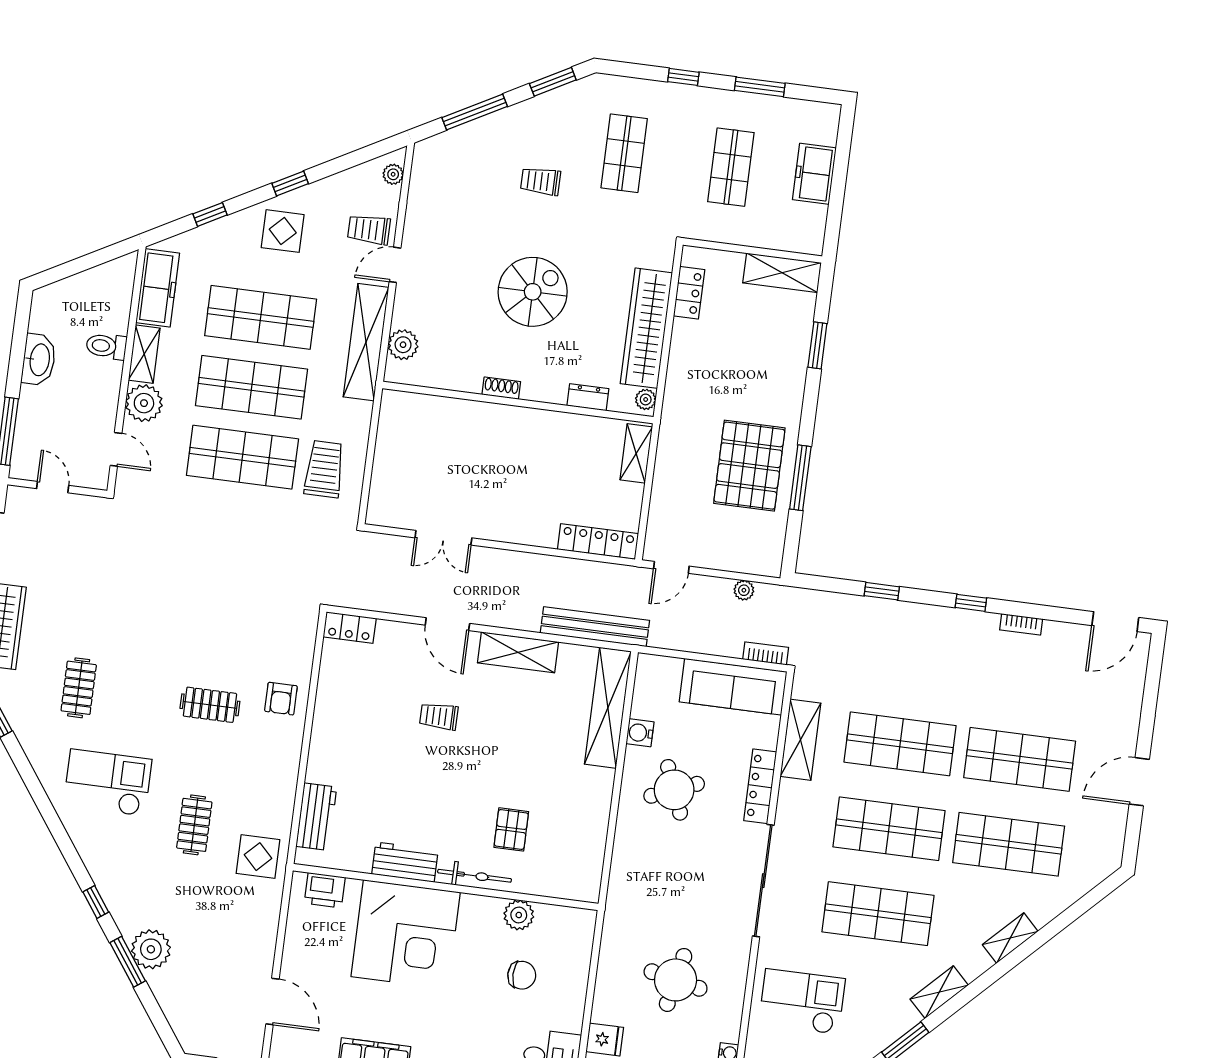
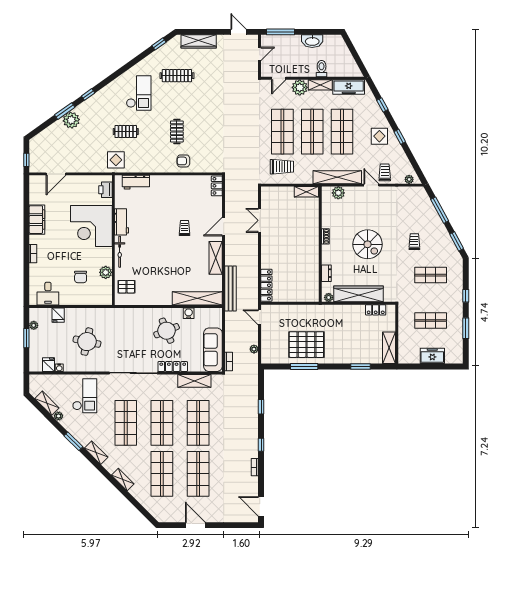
shelving: (636, 453) -> (306, 192), moved
clothes rail: (79, 688) -> (177, 76), width x1.36
pallet: (511, 829) -> (127, 287), moved

